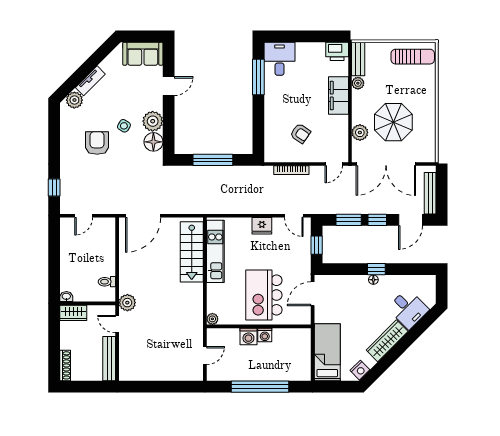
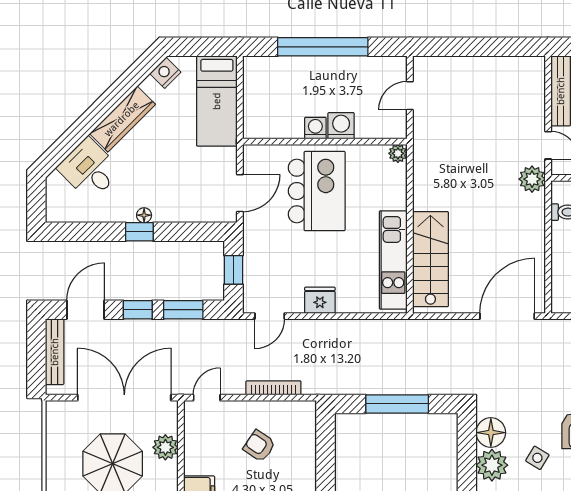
door: (294, 216) -> (270, 316), swing flipped

